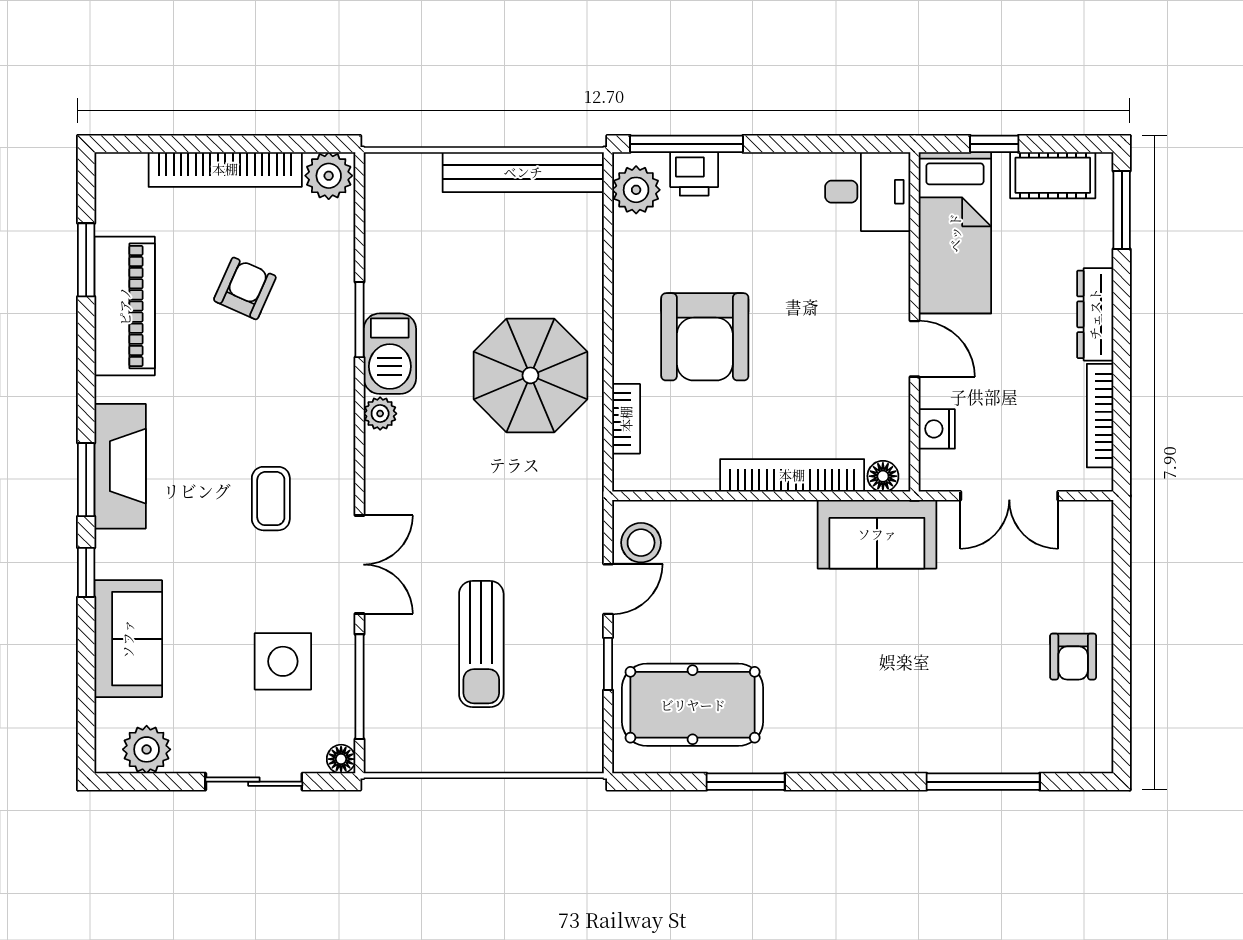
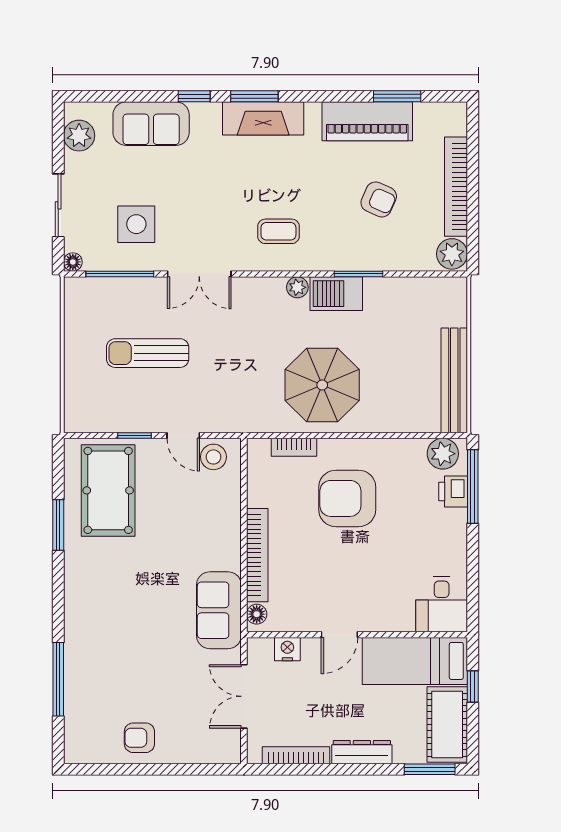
cot: (1053, 175) -> (447, 725), width x1.37, depth x1.34
coffee table: (271, 499) -> (278, 231), moved

